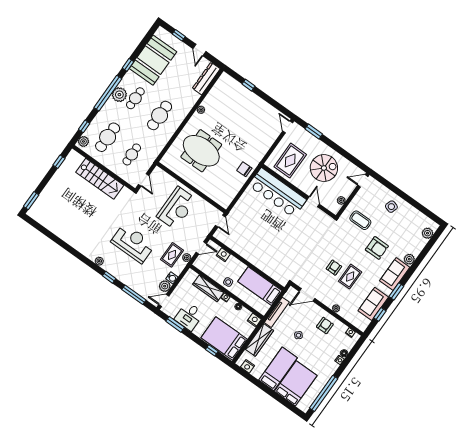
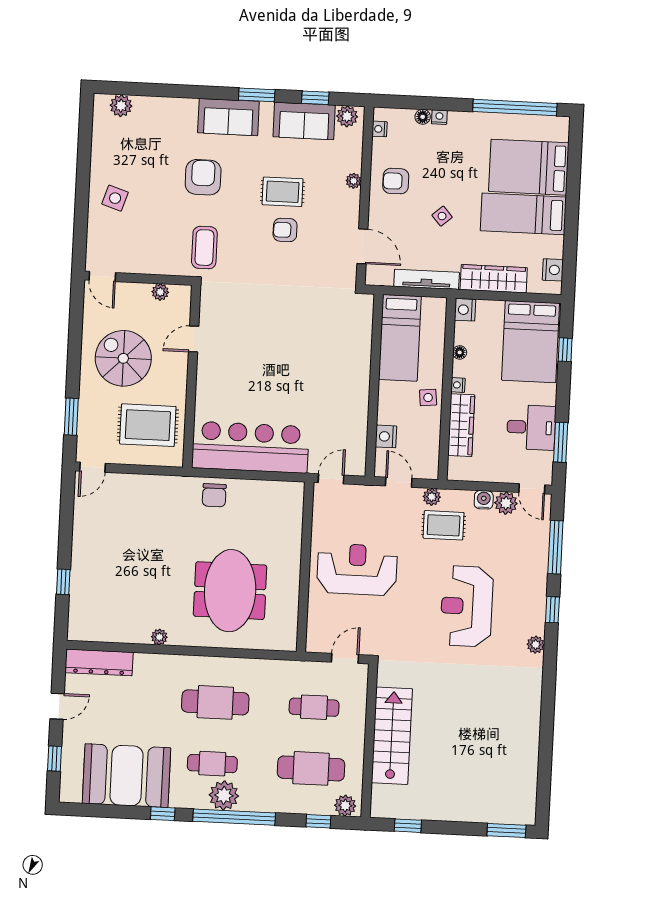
bar counter: (278, 193) -> (250, 447), moved, turned -90
coffee table: (360, 220) -> (204, 248), moved
plant: (409, 259) -> (347, 116), moved

